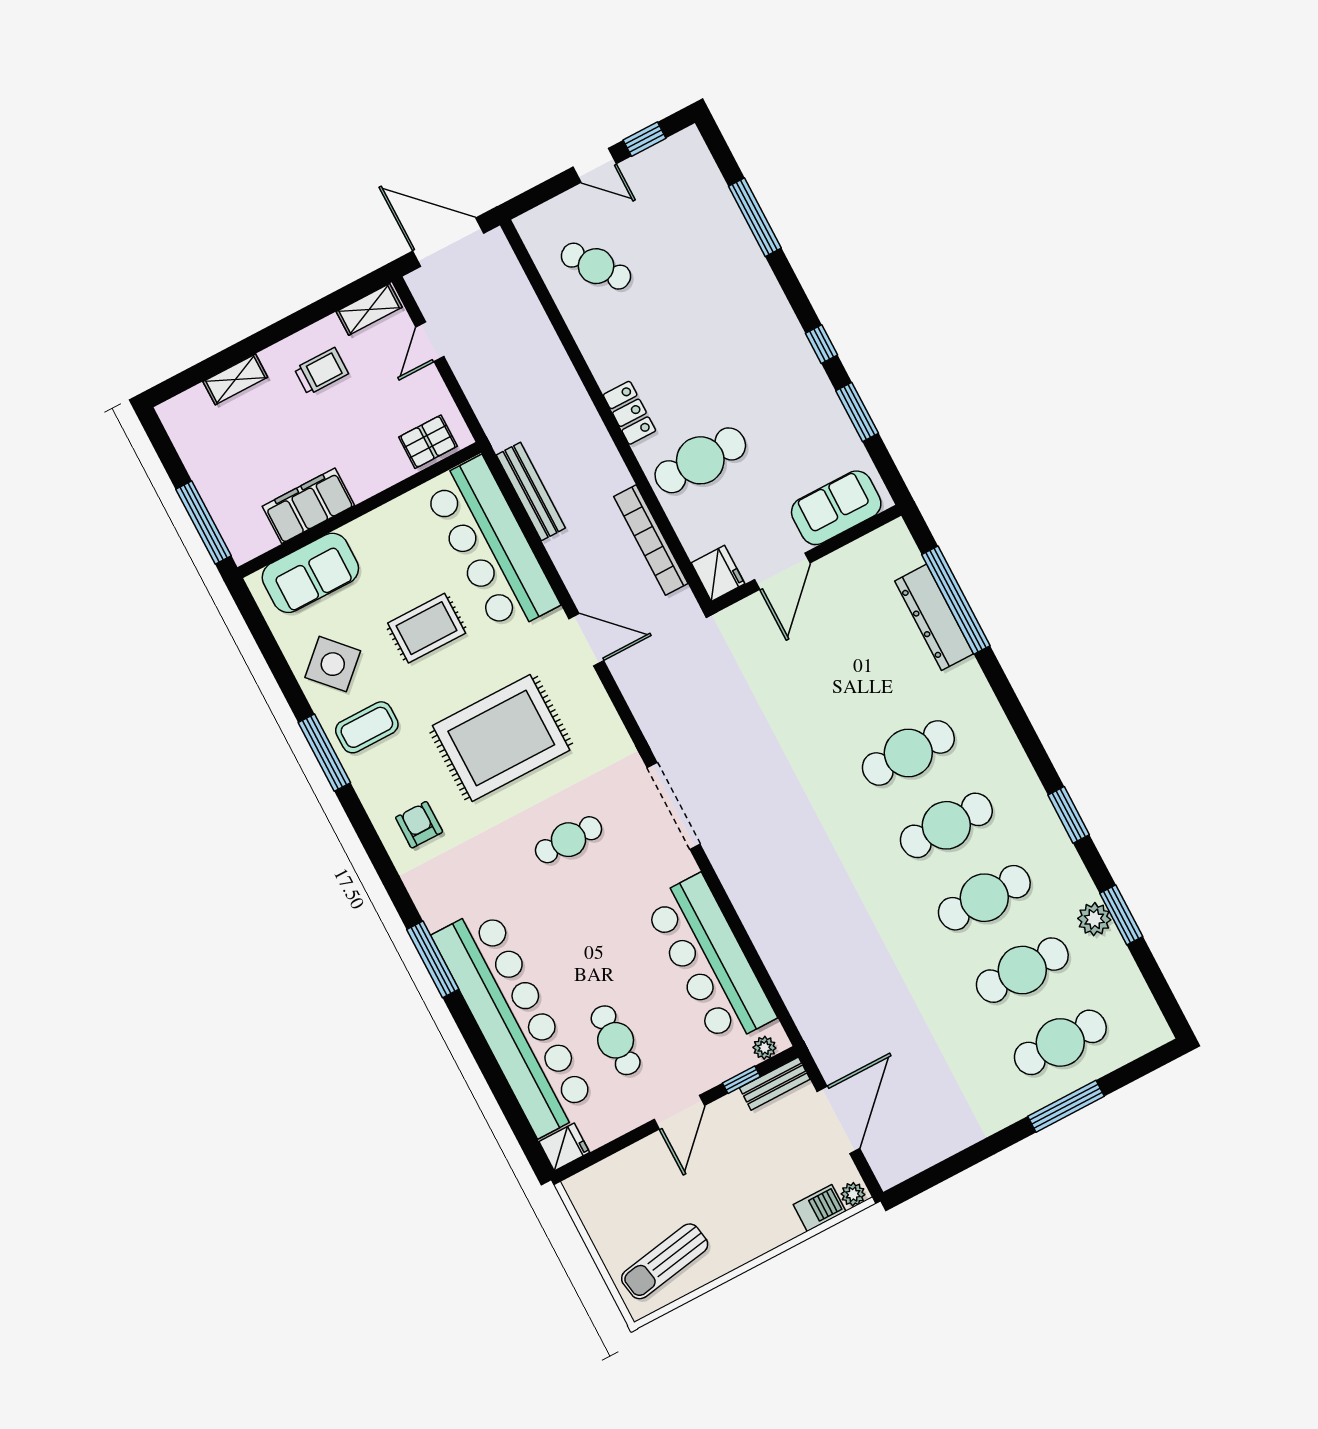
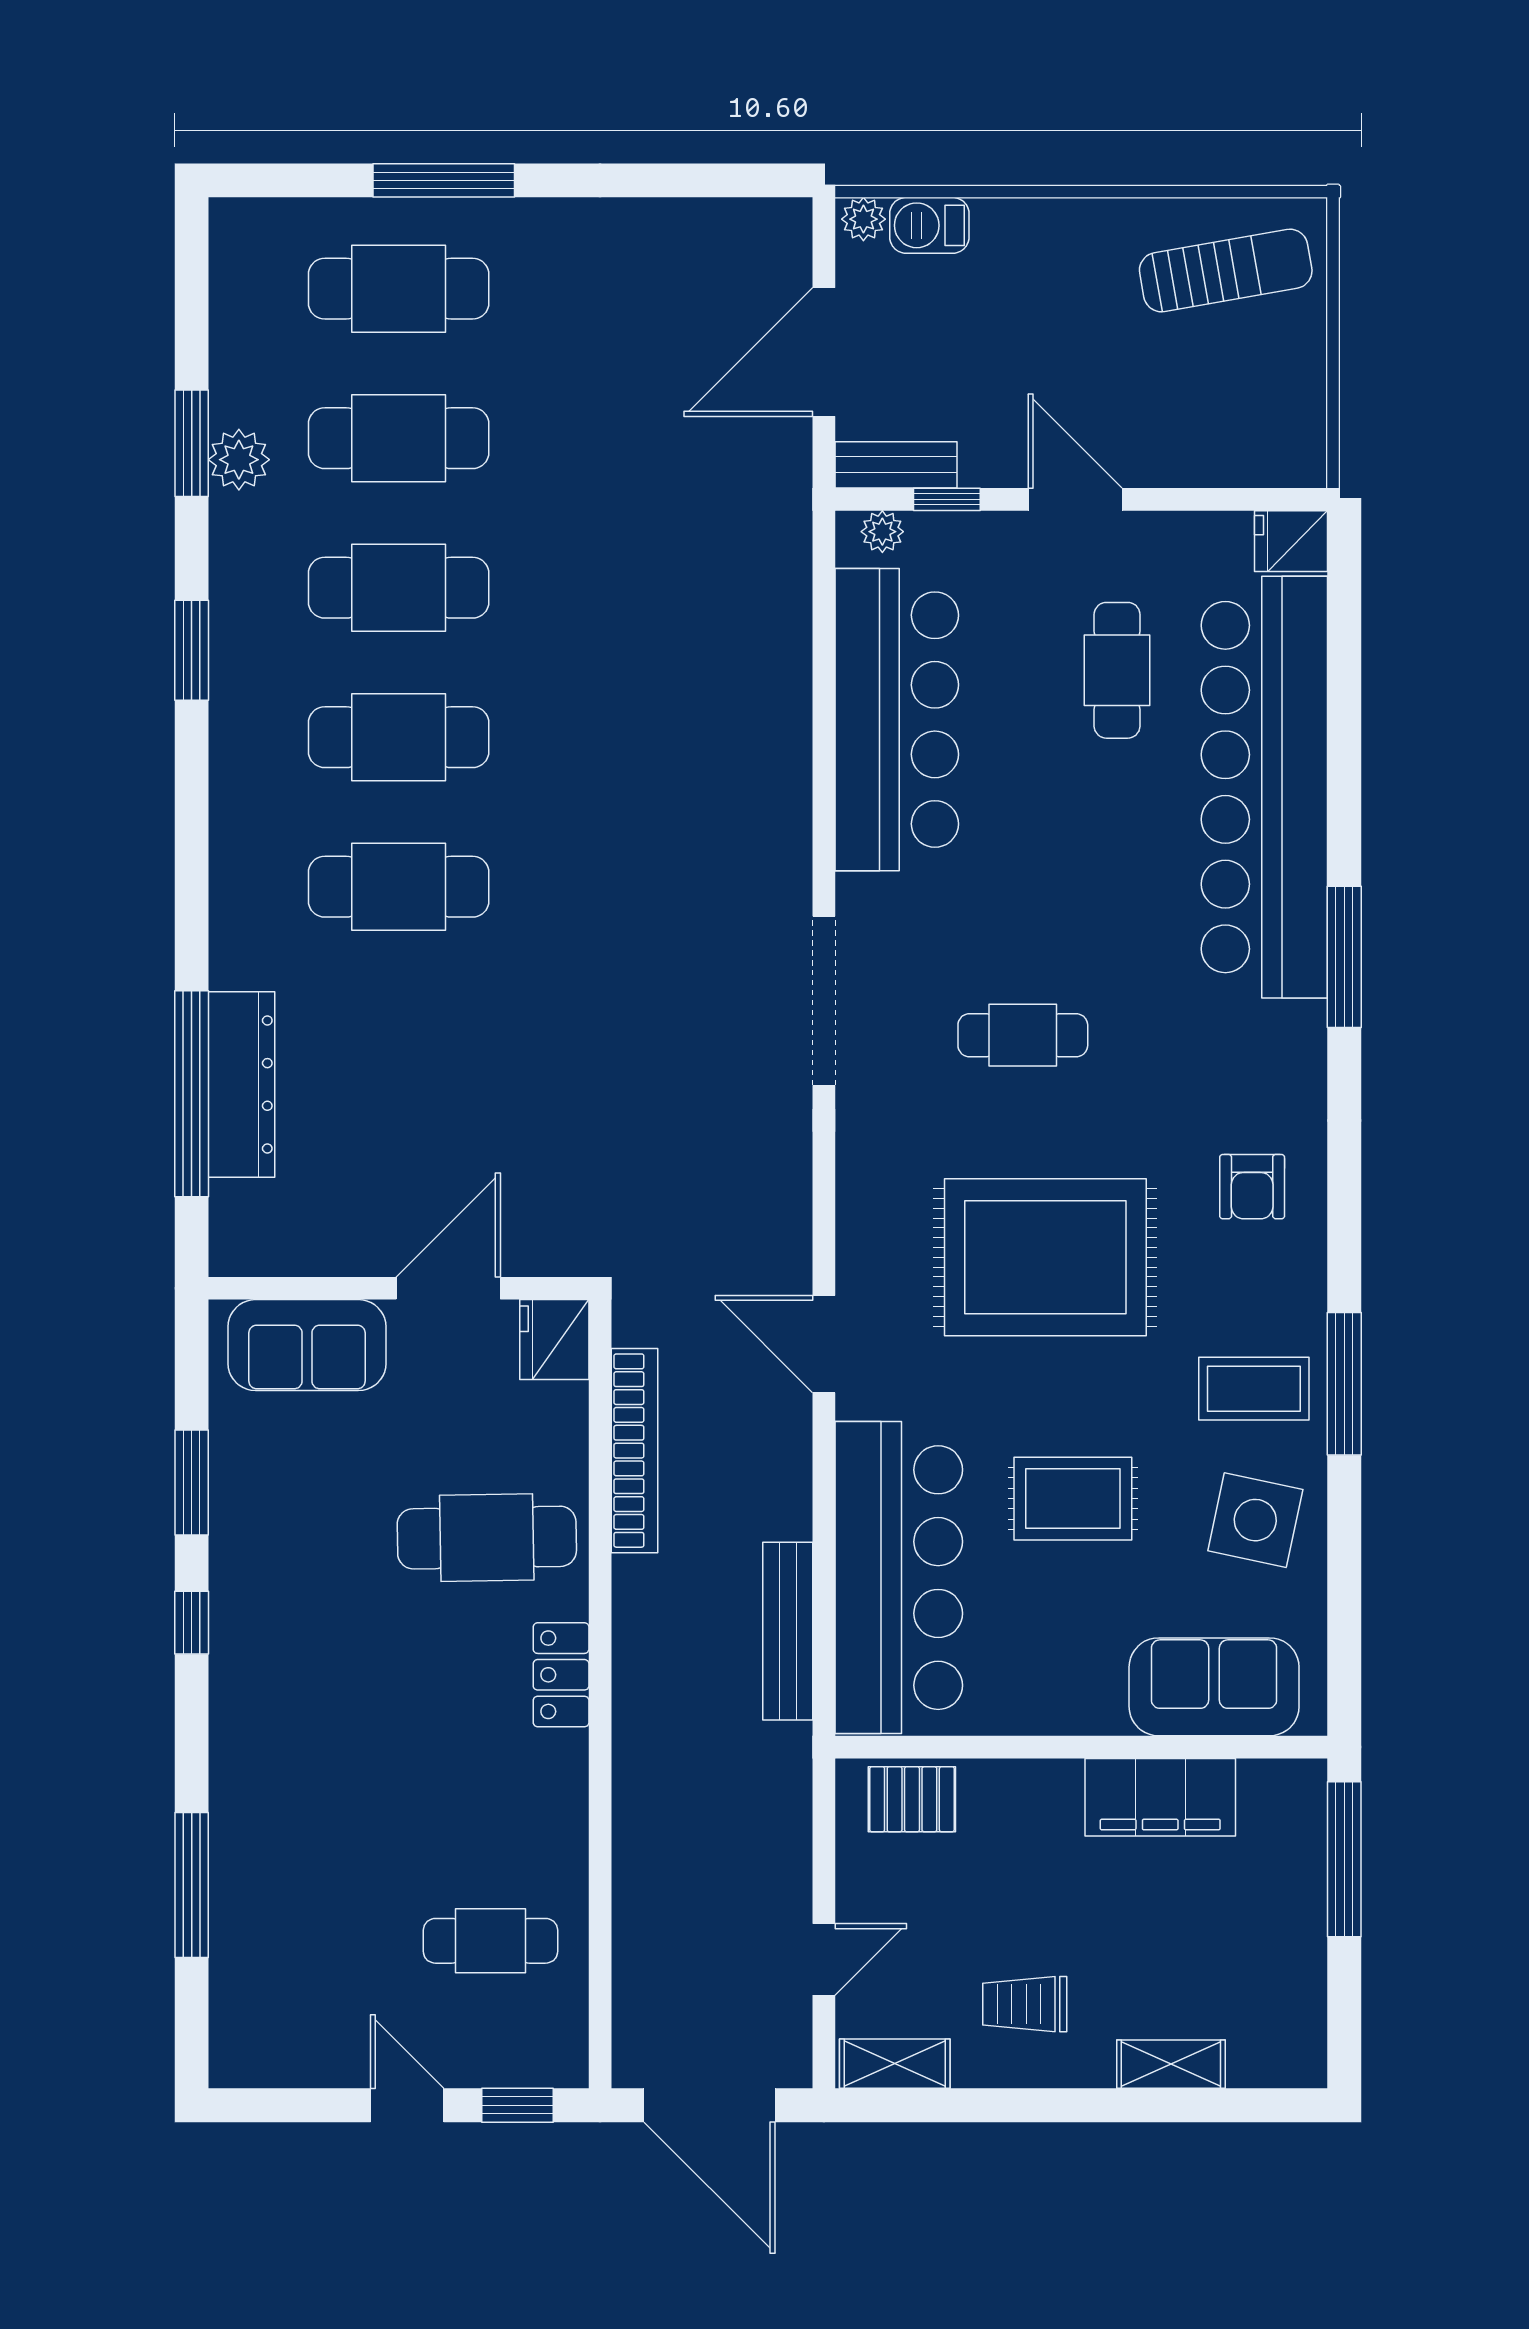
window: (645, 139) -> (517, 2105), moved
cafe table: (596, 266) -> (490, 1941), turned -53
side table: (333, 664) -> (1255, 1520), turned -35
door: (679, 1112) -> (1075, 499), hinge flipped

